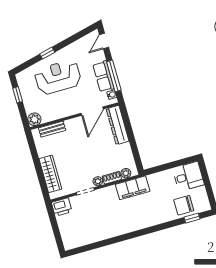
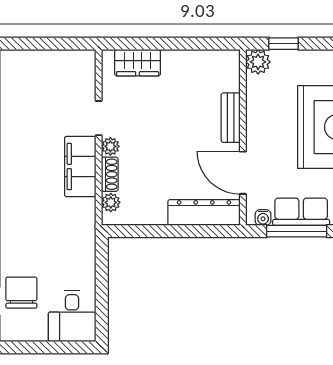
window: (18, 95) -> (284, 44), moved
bench: (52, 129) -> (231, 118), moved
wardrobe: (50, 174) -> (138, 63), width x0.67
filing cabinet: (133, 188) -> (80, 167), moved
printer: (62, 207) -> (82, 66), removed

